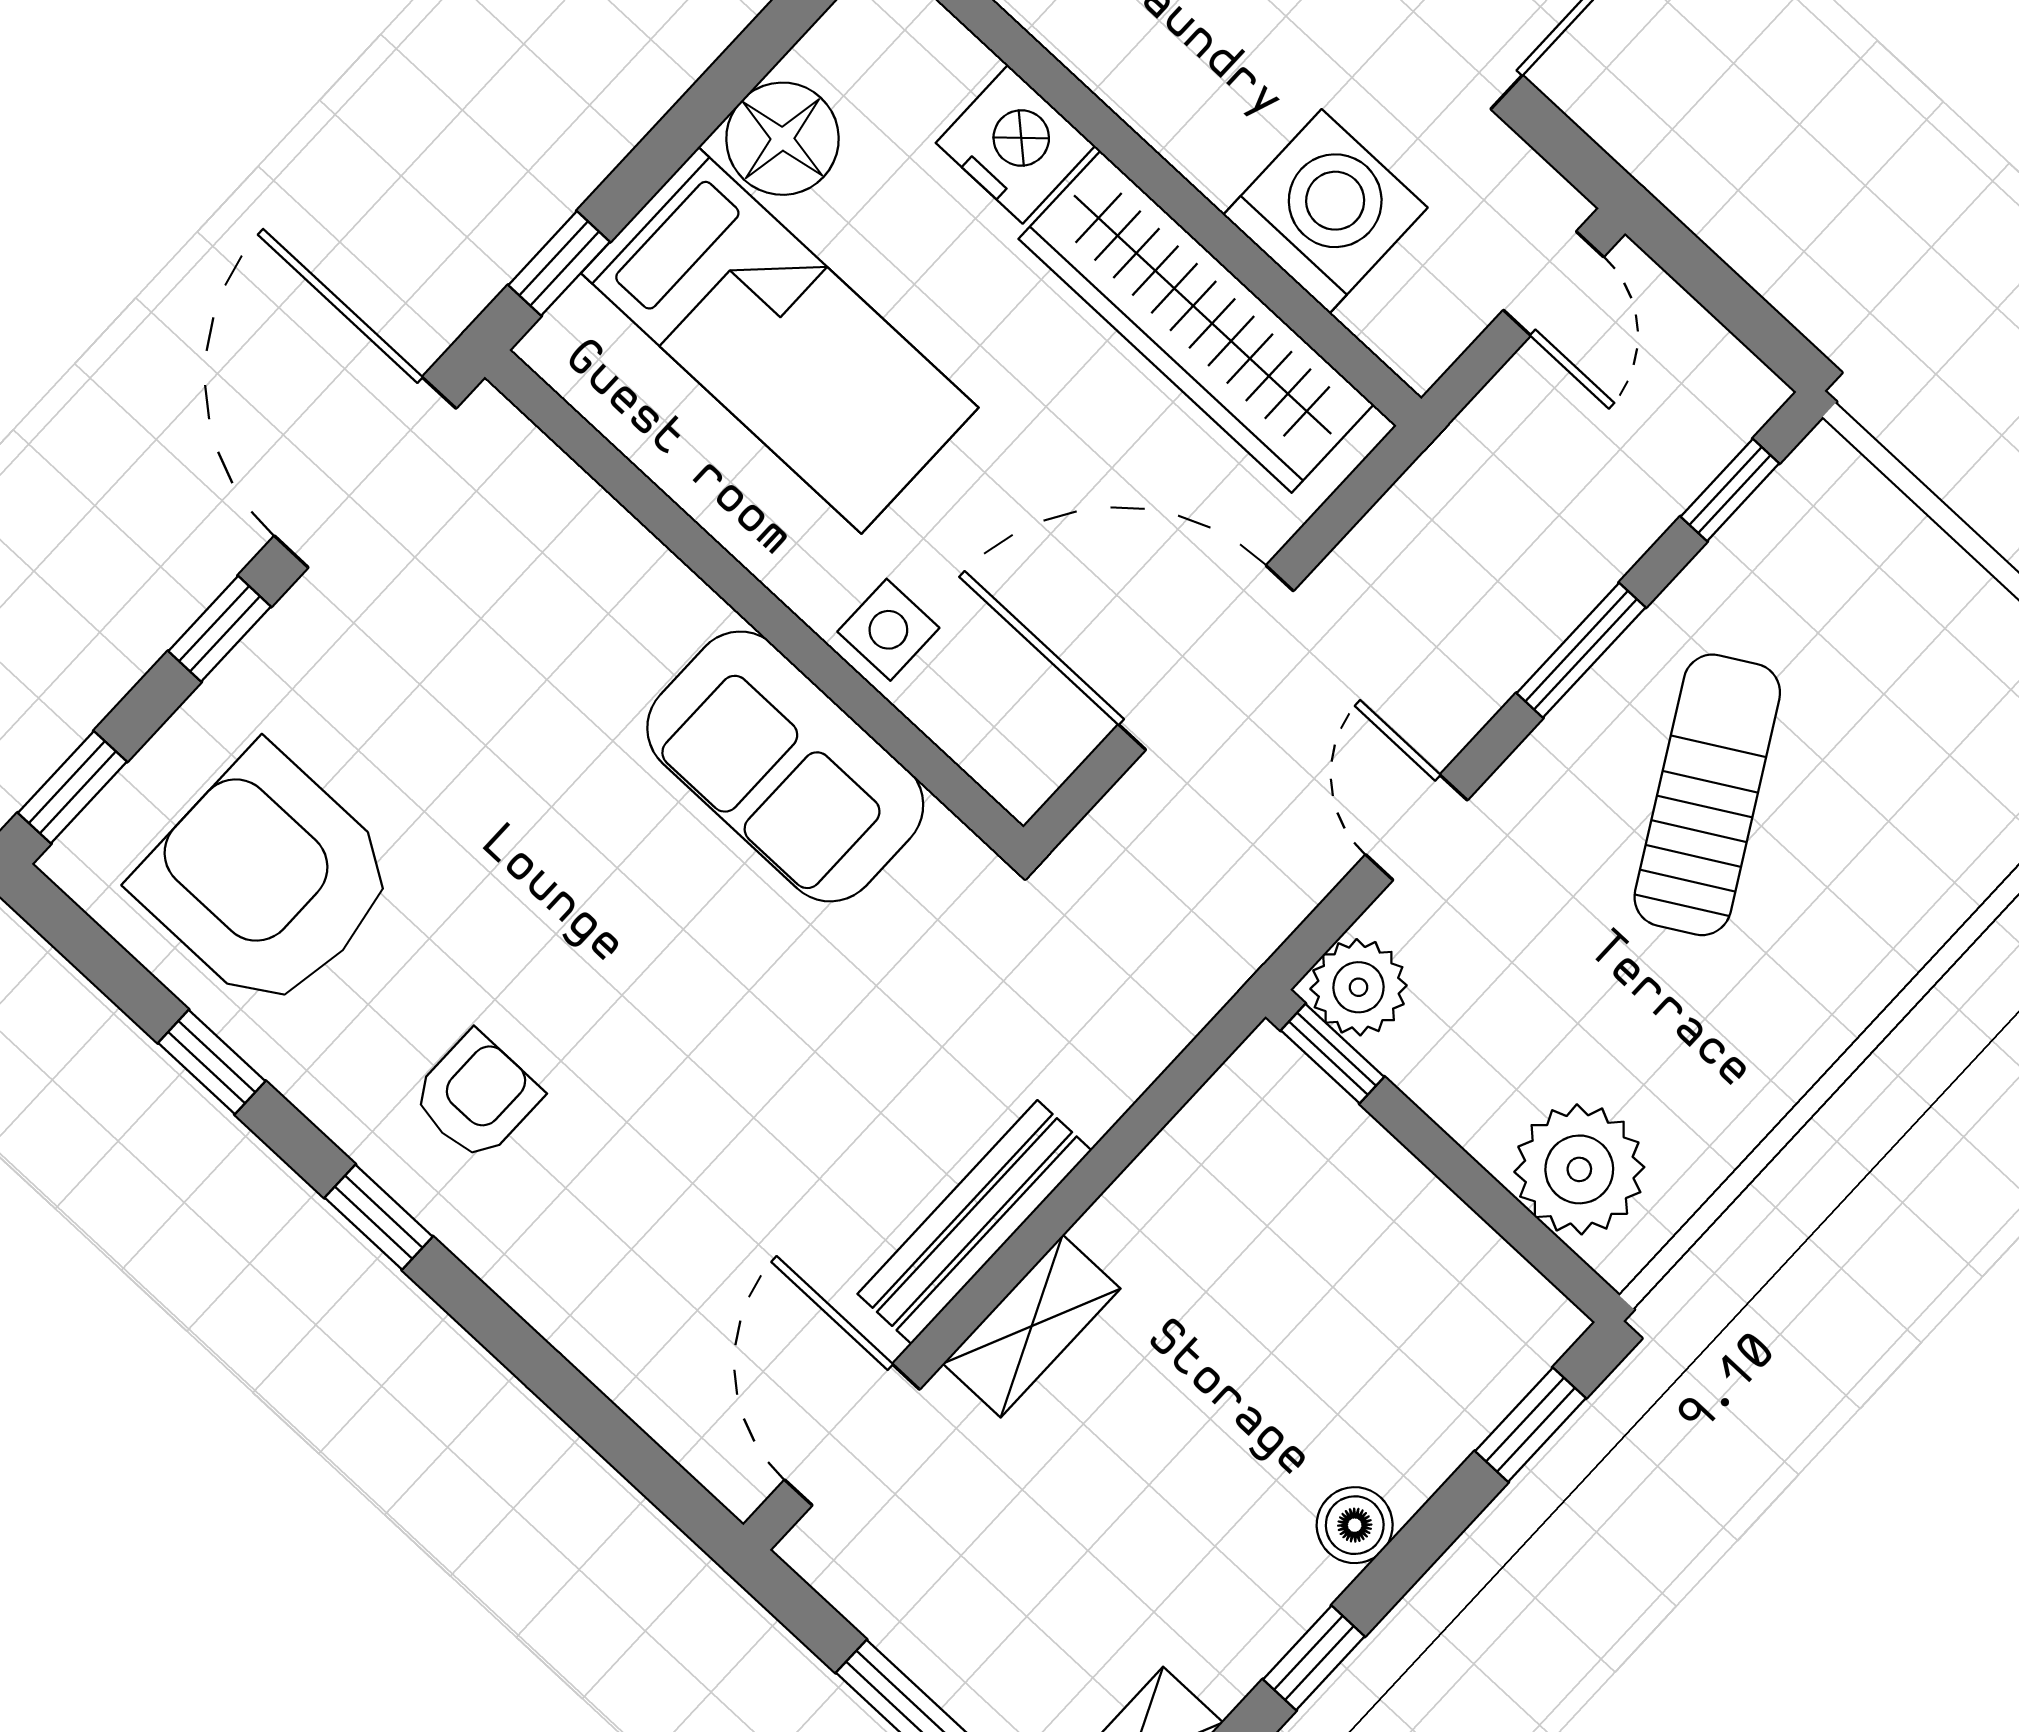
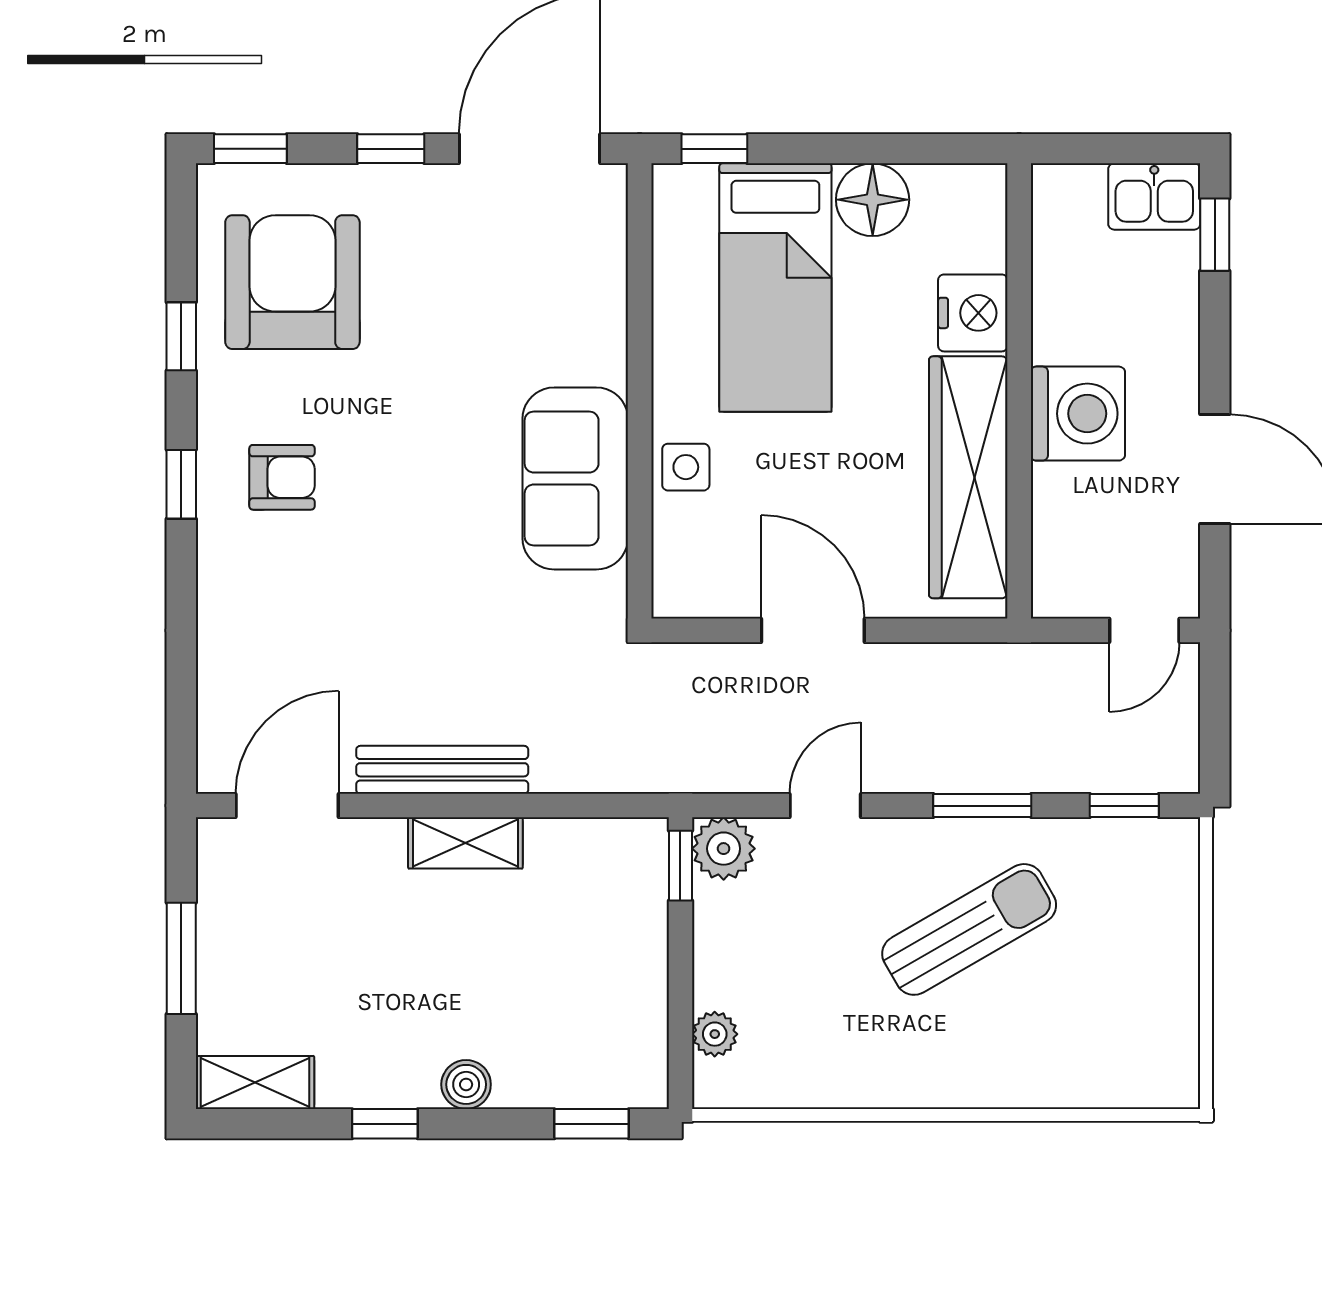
washing machine: (1325, 211) -> (1078, 414), moved
door: (1206, 658) -> (813, 630), width x0.73
plant: (1579, 1169) -> (715, 1034), width x0.53, depth x0.53
shelving: (1032, 1326) -> (465, 843), moved

